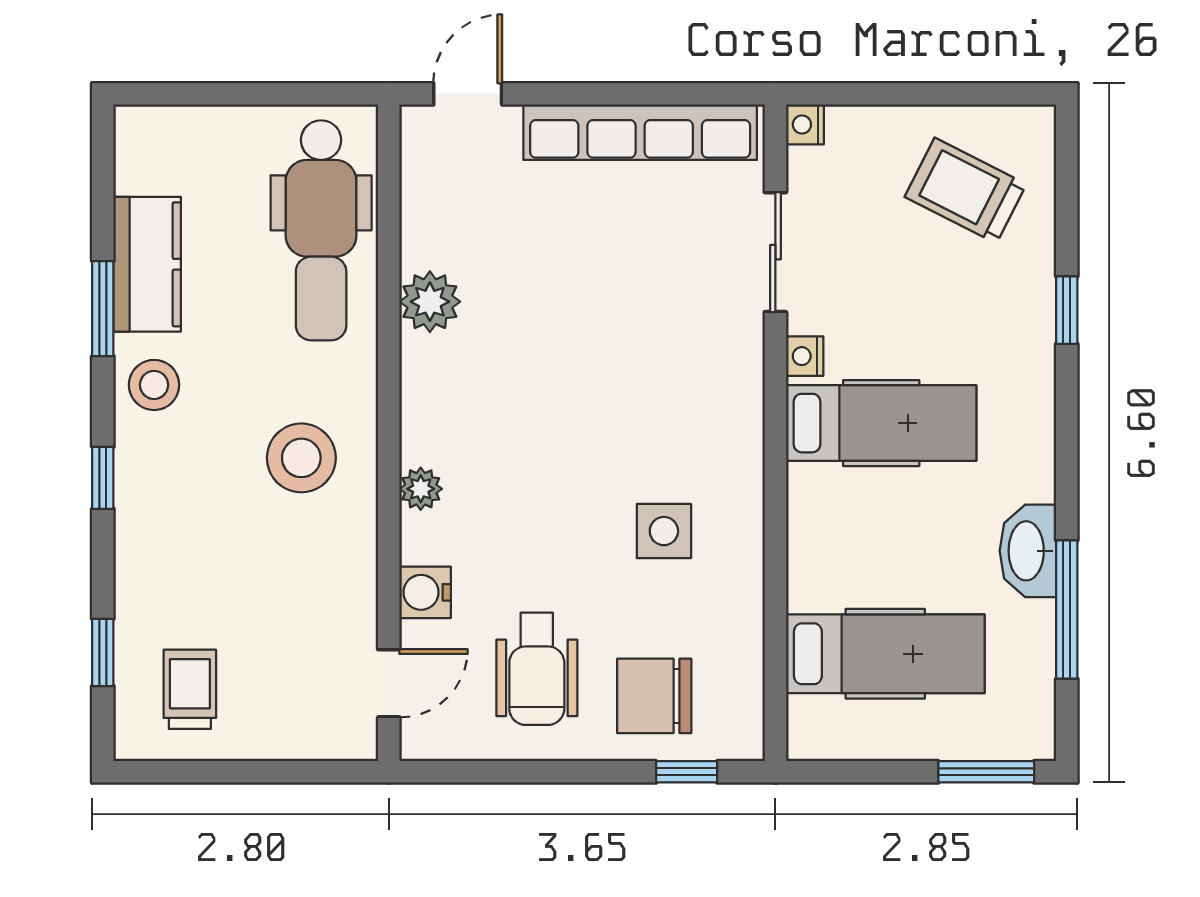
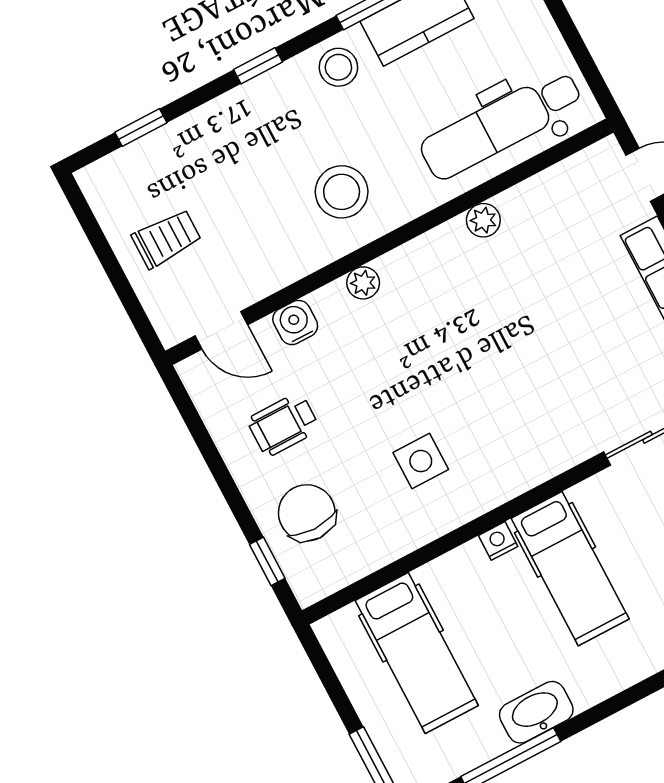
plant: (430, 302) -> (483, 220), width x0.73, depth x0.73
nightstand: (805, 356) -> (498, 541), moved
wheelchair: (537, 669) -> (283, 424), width x0.73, depth x0.73
trolley: (190, 689) -> (167, 239), moved

